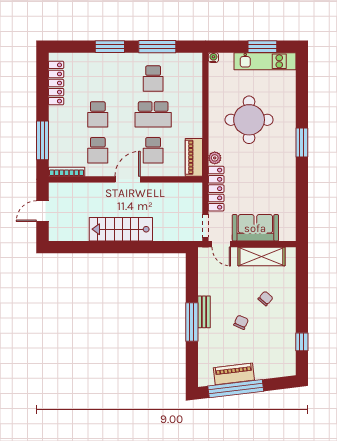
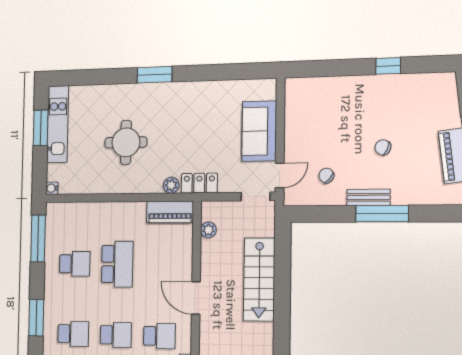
window: (157, 47) -> (38, 238), moved
round table: (249, 120) -> (126, 142), width x0.73, depth x0.73
school desk: (153, 150) -> (73, 334), moved
plant: (180, 189) -> (208, 230), added
locker: (216, 189) -> (199, 183), width x0.66
stairs: (121, 229) -> (259, 279), moved
shelving: (261, 257) -> (296, 122), removed
chair: (265, 298) -> (326, 176), moved
window: (302, 342) -> (388, 66), moved

